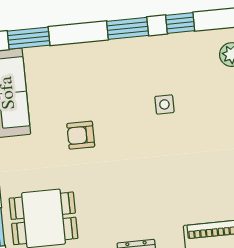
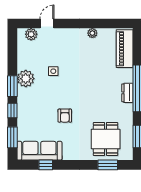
window: (180, 23) -> (12, 110), moved
plant: (145, 53) -> (26, 79), added

